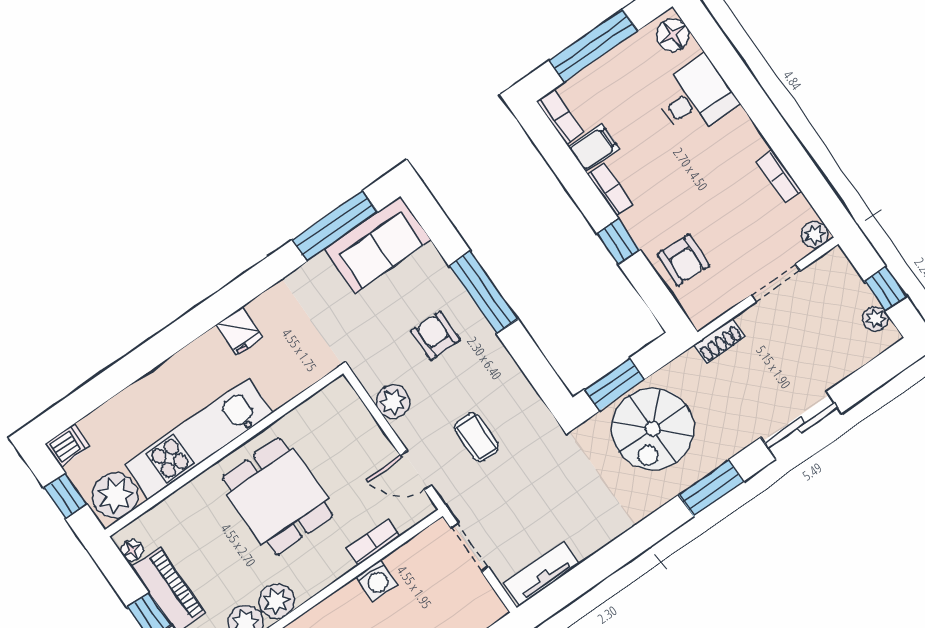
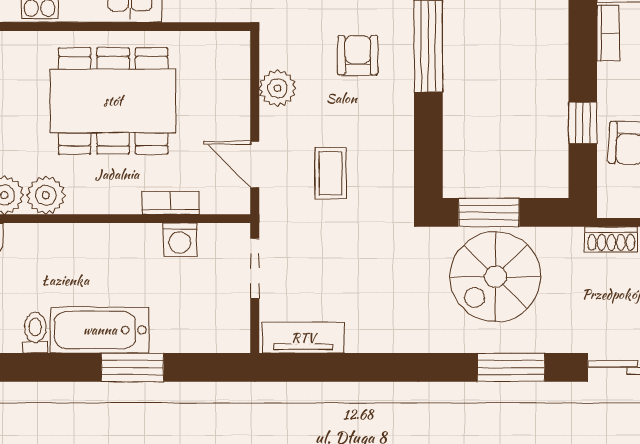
window: (618, 241) -> (583, 123), moved
dining table: (278, 496) -> (113, 101), width x1.38
washing machine: (377, 581) -> (180, 240), moved

